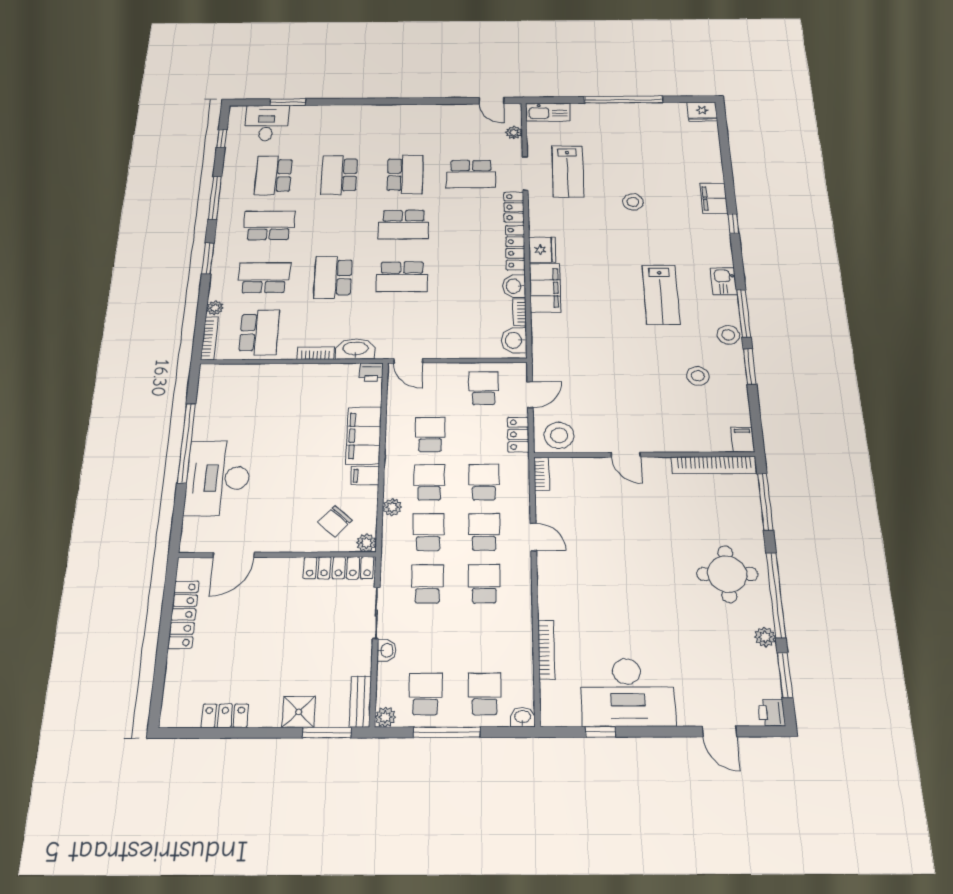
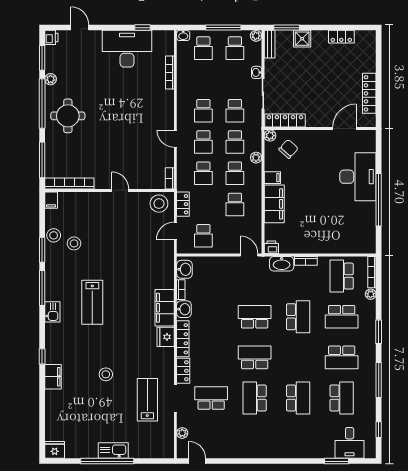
kitchen sink: (548, 112) -> (113, 450), moved
lab bench: (661, 294) -> (92, 302), turned 180
stool: (728, 335) -> (54, 235), moved

